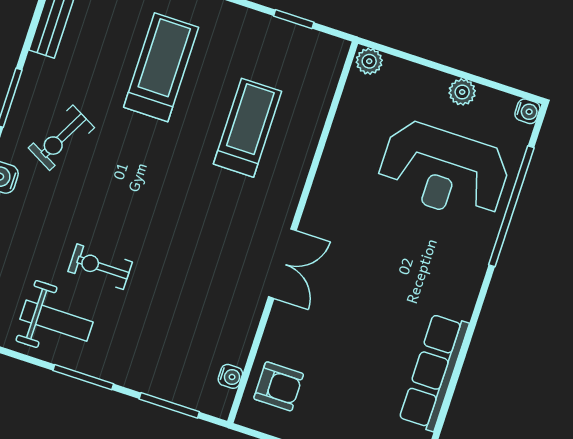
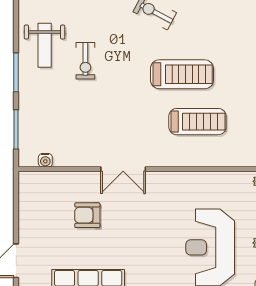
treadmill: (161, 67) -> (182, 74), moved
exercise bike: (100, 267) -> (85, 61), turned 180
armchair: (279, 386) -> (87, 215), moved, turned 90

